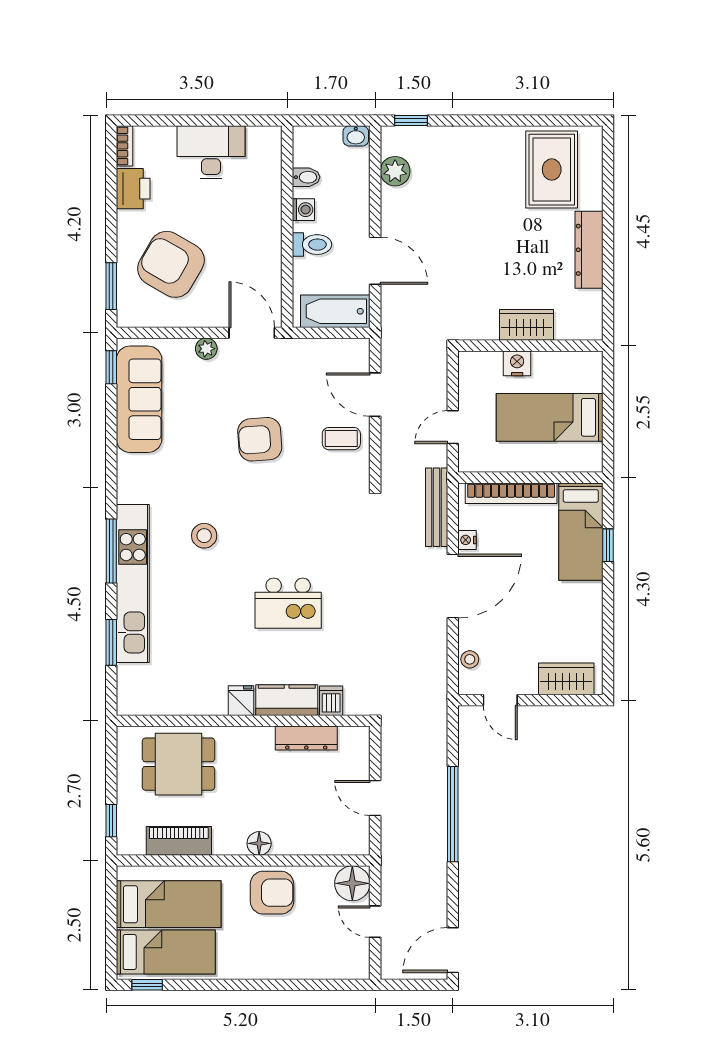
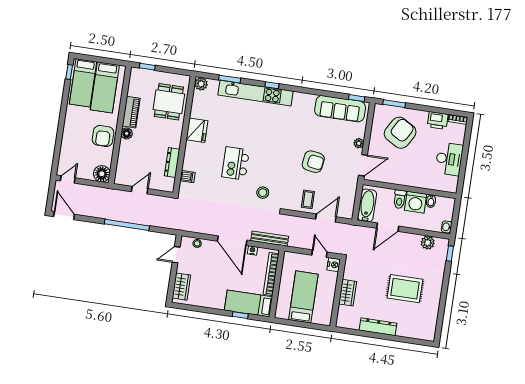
rug: (552, 170) -> (405, 289), moved
washing machine: (303, 210) -> (416, 202), width x1.89, depth x1.89
nightstand: (517, 363) -> (334, 265), moved
door: (453, 427) -> (319, 254), moved
armchair: (260, 439) -> (313, 162), turned 102
stool: (204, 536) -> (263, 193), moved
window: (111, 551) -> (272, 85), width x0.46
kitchen counter: (287, 700) -> (191, 156), removed
plant: (131, 701) -> (201, 84), added
fridge: (241, 701) -> (197, 130), width x1.88, depth x1.34
piano: (179, 841) -> (131, 112), moved
door: (375, 922) -> (68, 179), moved

